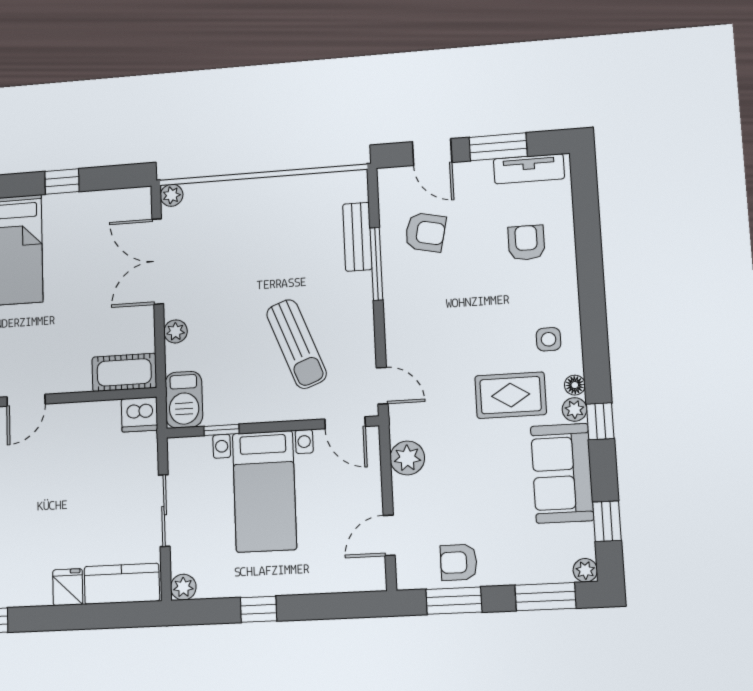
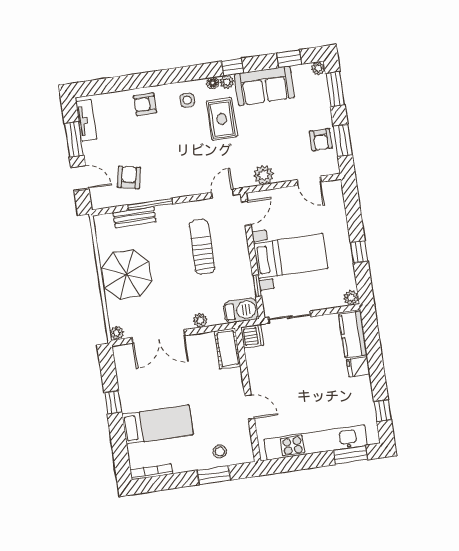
door: (432, 152) -> (80, 178), hinge flipped
parasol: (265, 217) -> (127, 274), added
armchair: (526, 243) -> (145, 104), moved
sun lounger: (296, 344) -> (202, 247), turned -69
sliding door: (164, 511) -> (290, 317), moved

